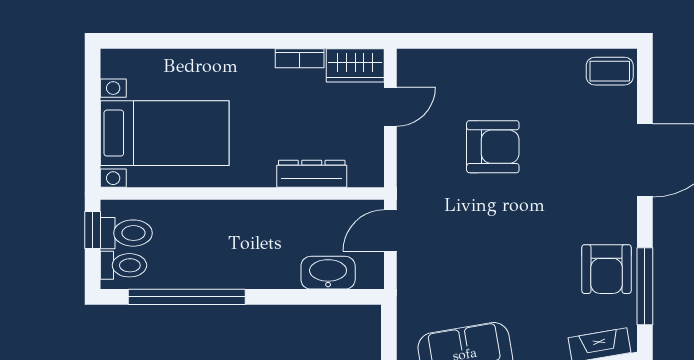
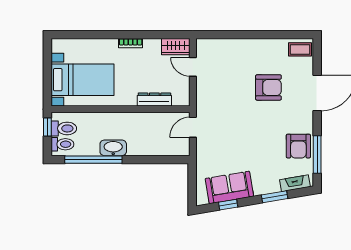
bookcase: (300, 58) -> (131, 43), moved
door: (390, 107) -> (193, 67), swing flipped
armchair: (493, 147) -> (268, 87), moved
washbasin: (328, 273) -> (113, 148), moved

